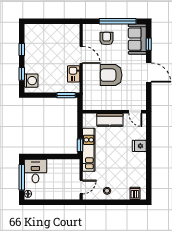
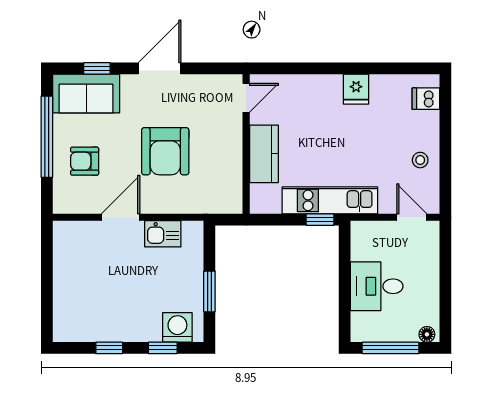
window: (66, 95) -> (209, 291), moved
fridge: (139, 146) -> (356, 89), moved
desk: (35, 171) -> (377, 286), moved

